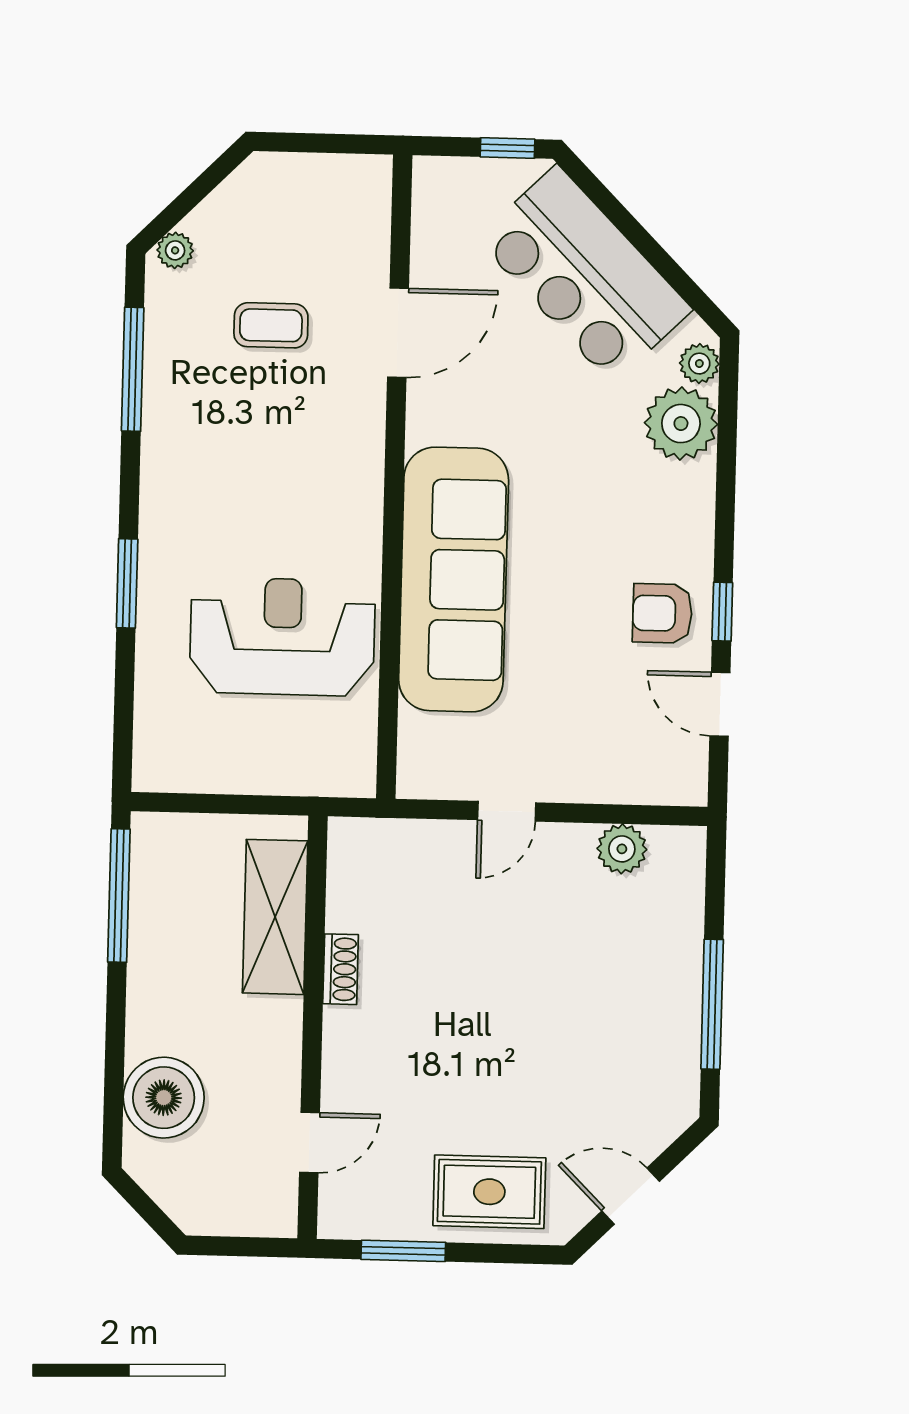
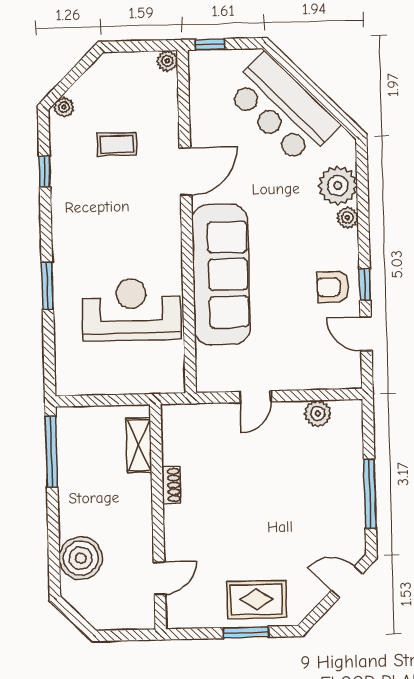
window: (508, 148) -> (210, 44), moved
plant: (373, 174) -> (167, 61), added
door: (398, 333) -> (185, 171), moved
plant: (699, 364) -> (347, 218), moved
window: (133, 369) -> (45, 171), width x0.46
shelving: (275, 917) -> (139, 445), width x0.67, depth x0.75
door: (631, 1196) -> (347, 582), moved
window: (403, 1251) -> (246, 632), moved

